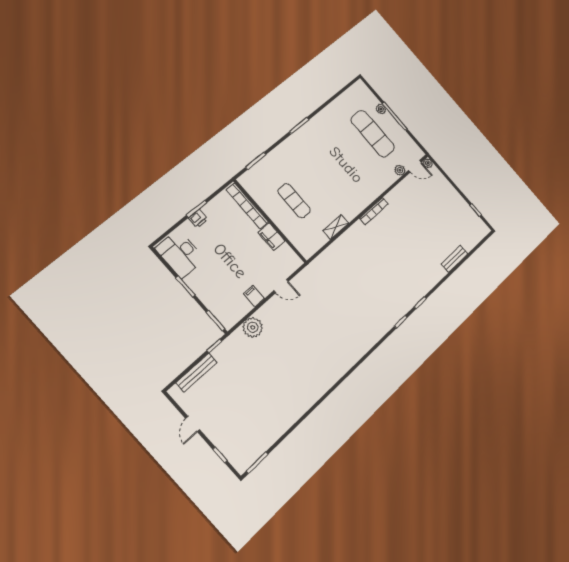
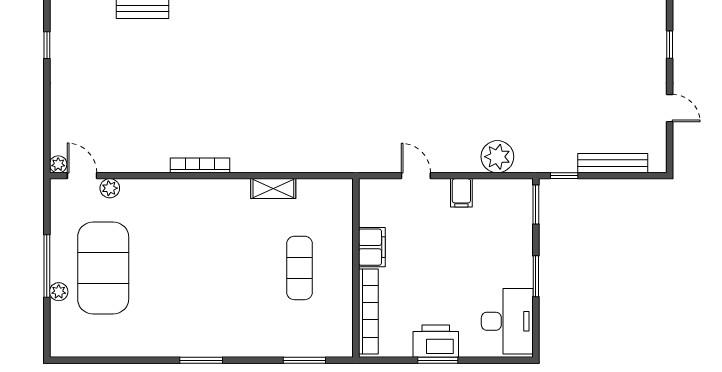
exercise mat: (373, 134) -> (103, 268), width x1.47
printer: (198, 219) -> (436, 341), width x1.87, depth x1.48
door: (193, 424) -> (670, 108), hinge flipped

